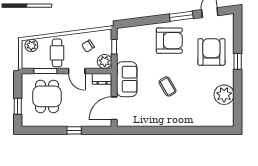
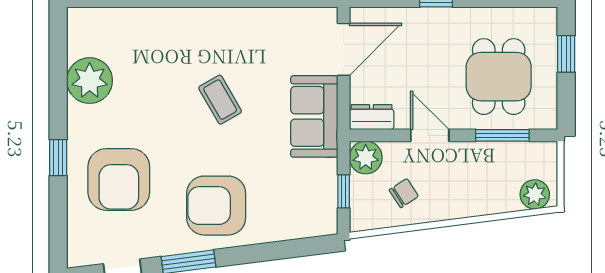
cafe table: (57, 53) -> (475, 177), removed

